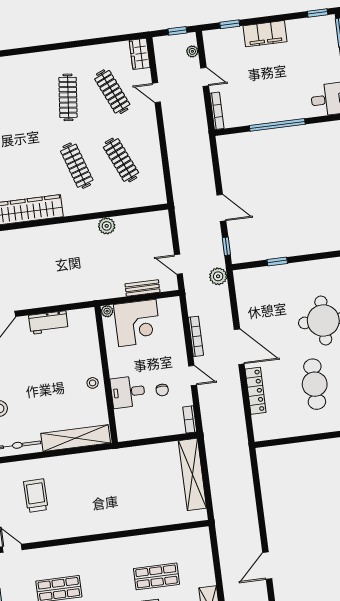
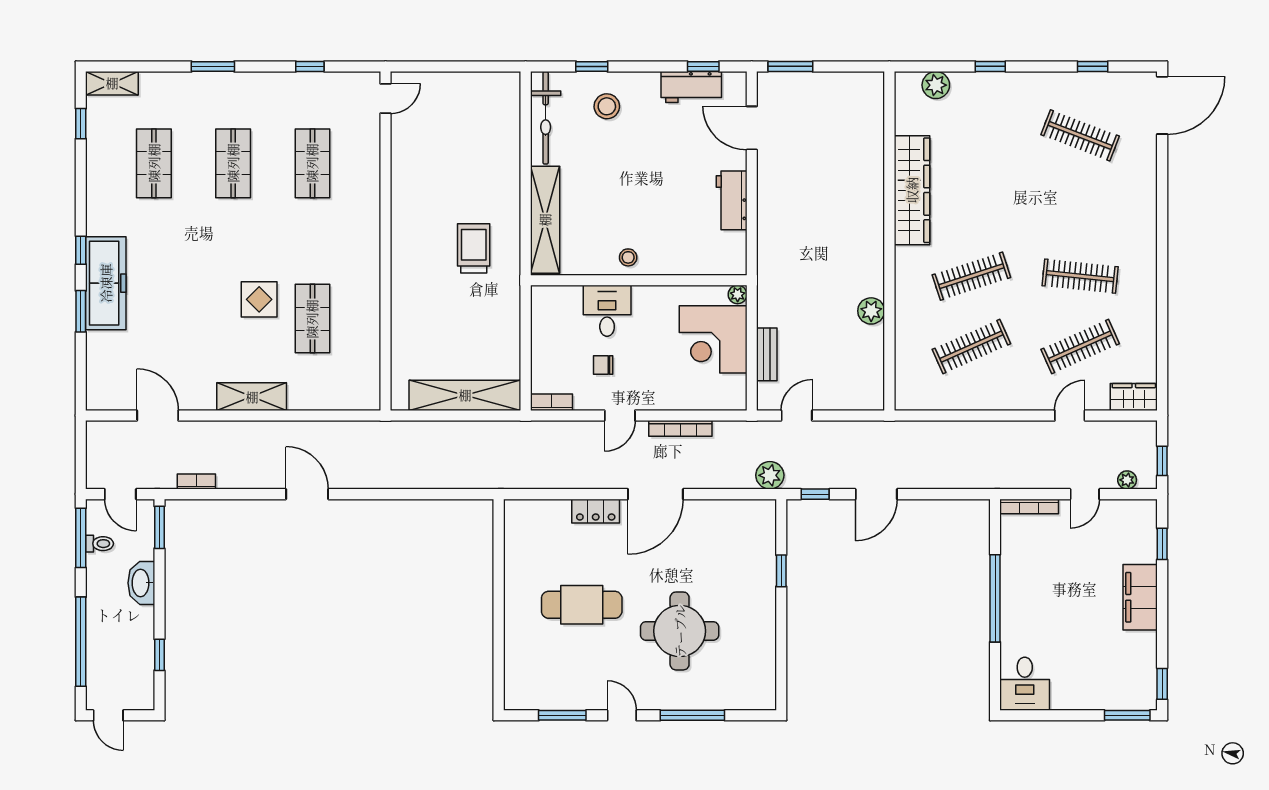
locker: (256, 391) -> (596, 511), width x0.66
trolley: (36, 496) -> (474, 248), moved, turned -89

